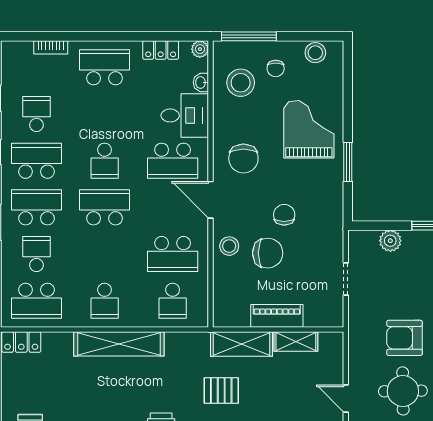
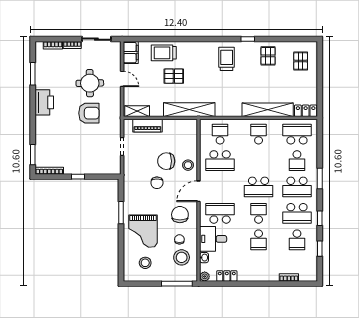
stool: (315, 53) -> (145, 263), moved
school desk: (105, 67) -> (259, 240), moved, width x0.54
chair: (276, 68) -> (179, 239), moved
door: (211, 200) -> (199, 191), swing flipped
plant: (390, 241) -> (97, 168), removed
school desk: (173, 254) -> (220, 161), turned 180
piano: (277, 316) -> (147, 126), moved
shelving: (296, 341) -> (137, 111), moved
shelving: (119, 344) -> (268, 110), moved
shelving: (242, 344) -> (189, 110), width x1.47
pallet: (221, 391) -> (174, 76), moved

